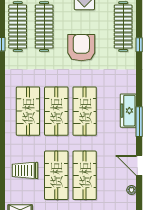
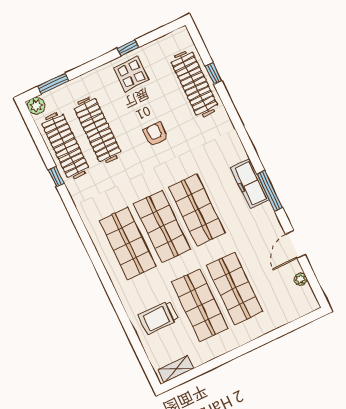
window: (139, 45) -> (213, 73), moved
armchair: (81, 48) -> (155, 134), width x0.53, depth x0.53
door: (139, 165) -> (295, 244), hinge flipped

